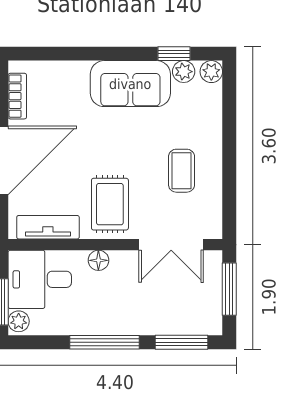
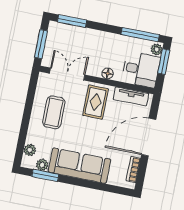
window: (174, 54) -> (45, 175), width x1.50
plant: (211, 72) -> (30, 150), moved
sofa: (130, 84) -> (79, 166), width x1.36
coffee table: (182, 171) -> (54, 112), width x1.36, depth x1.30
window: (105, 342) -> (140, 35), moved

